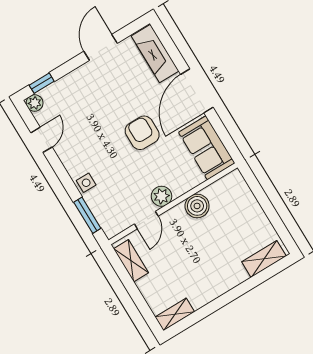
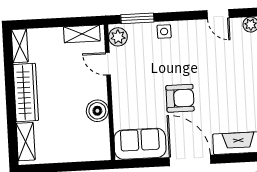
plant: (161, 196) -> (118, 37), moved
wardrobe: (217, 284) -> (26, 93), added

